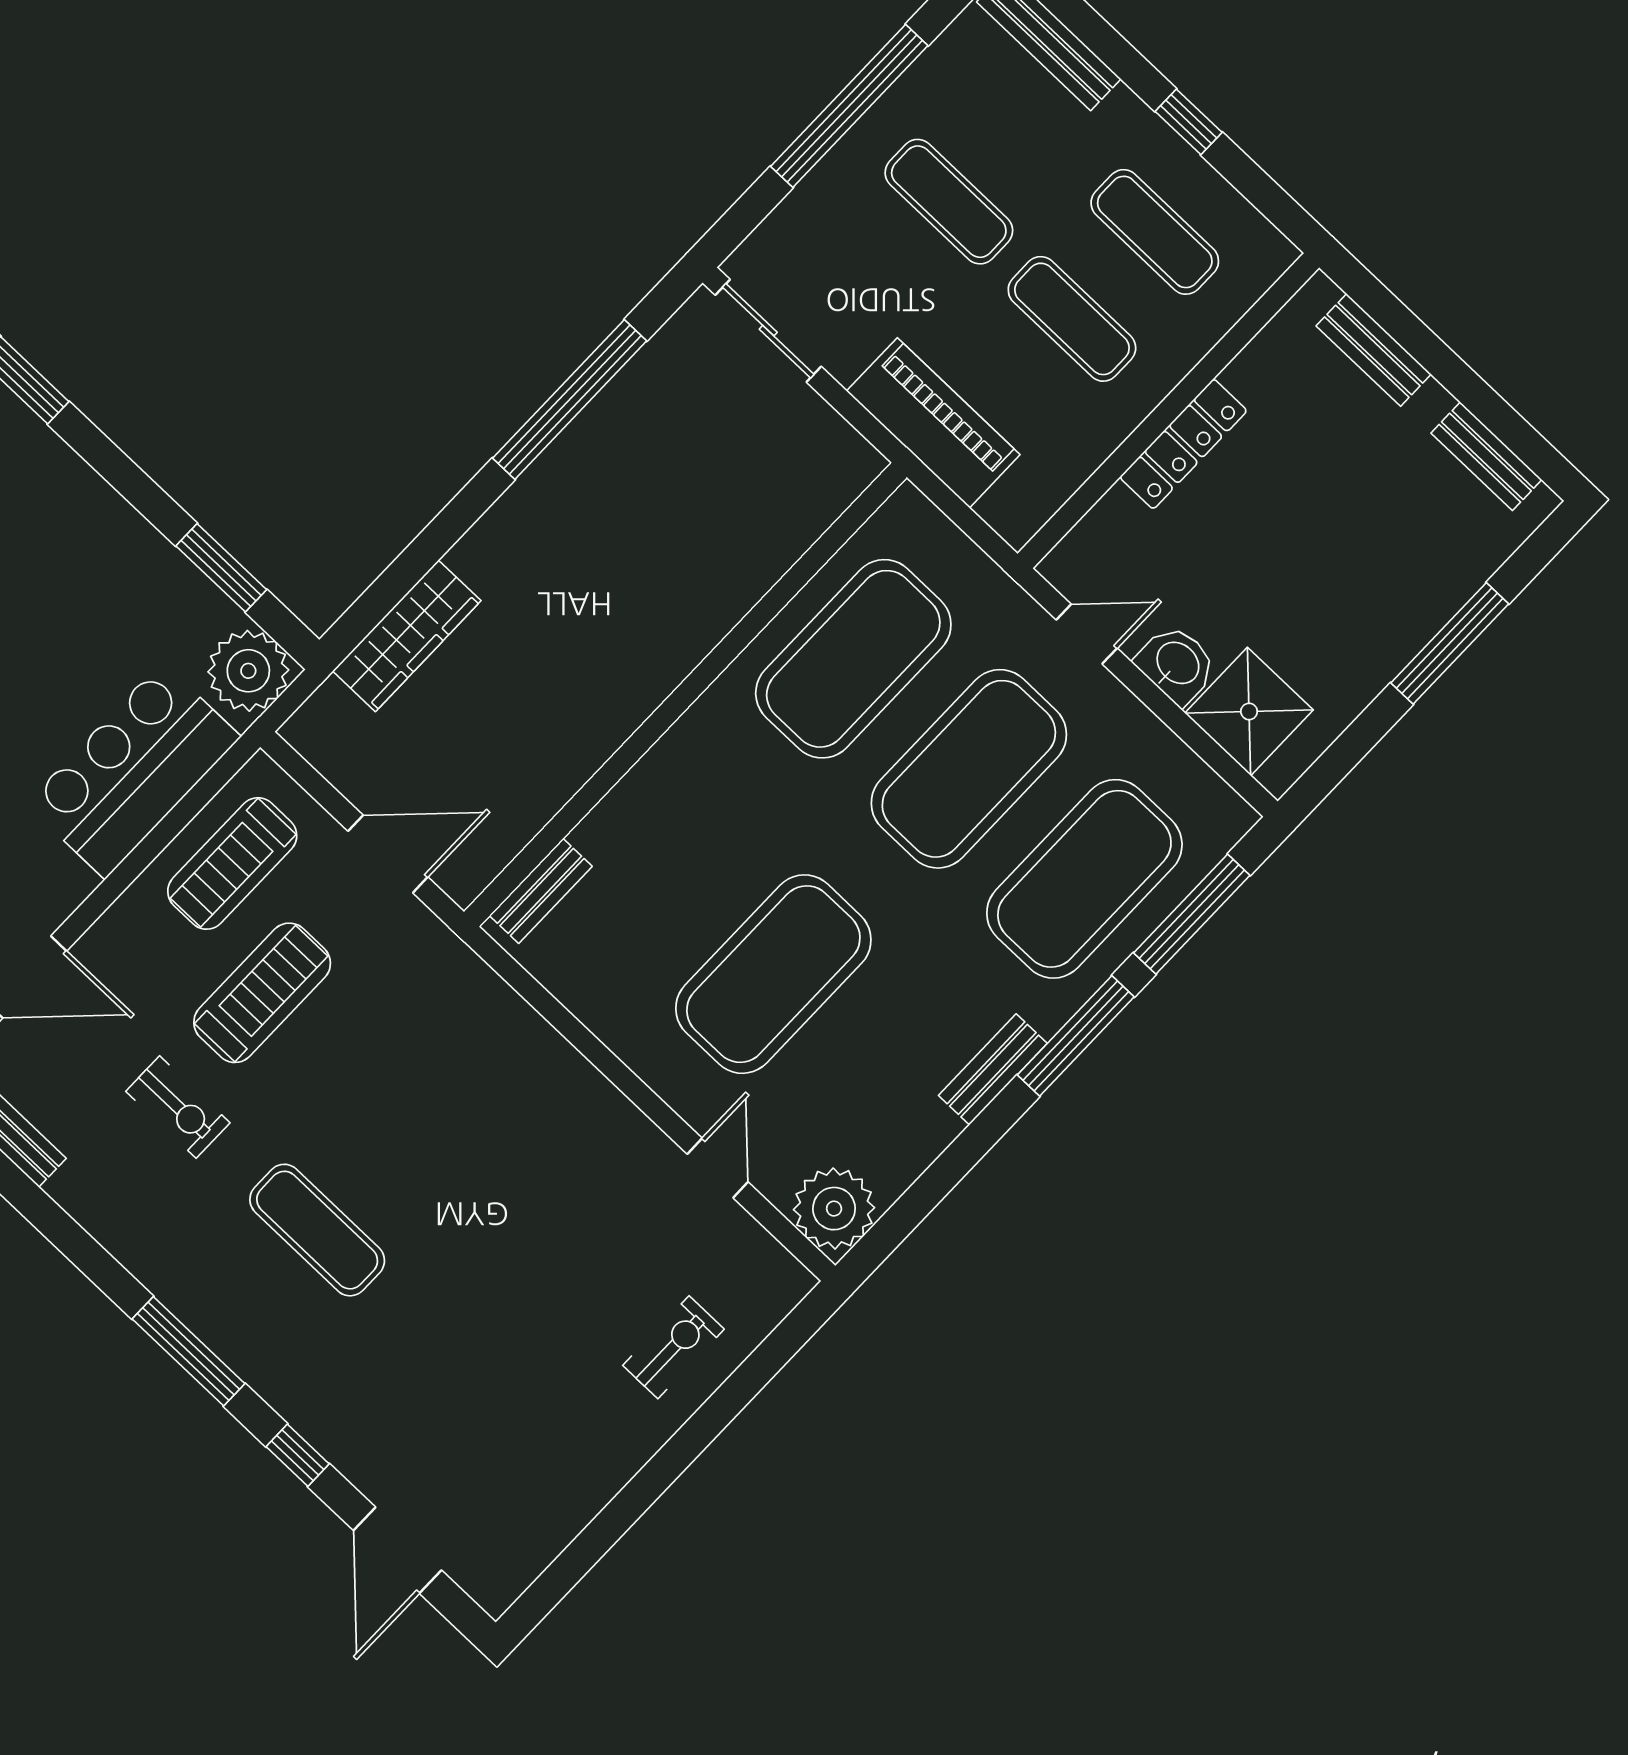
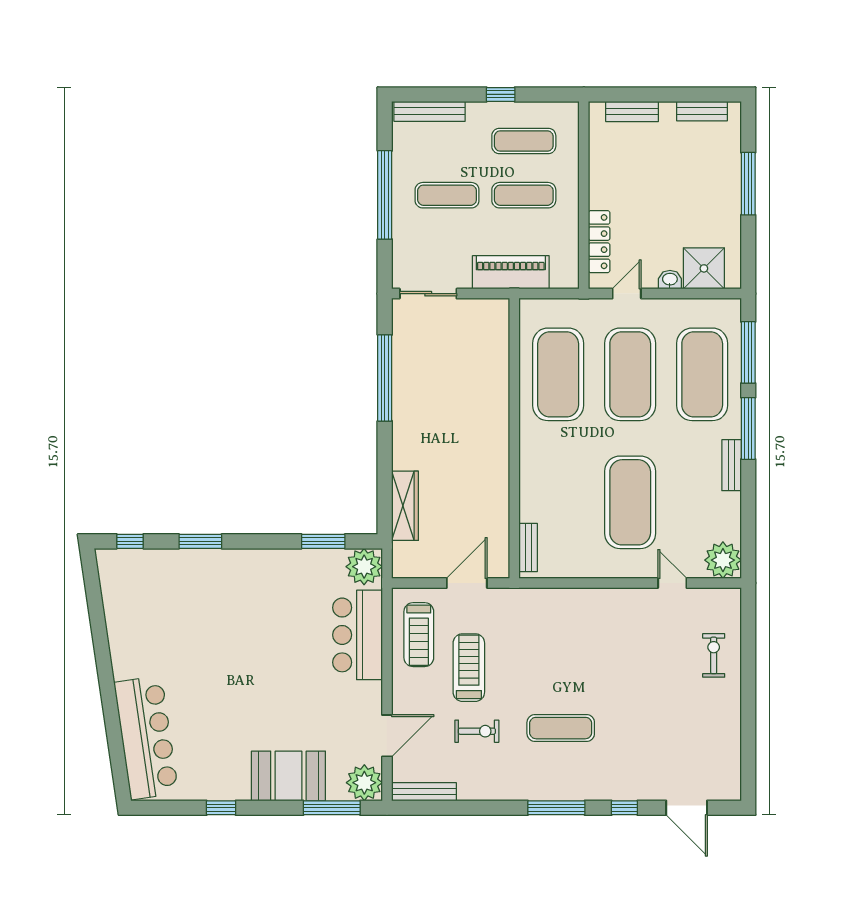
locker: (1183, 444) -> (599, 242), moved
washbasin: (1177, 664) -> (670, 280), width x0.72, depth x0.69

